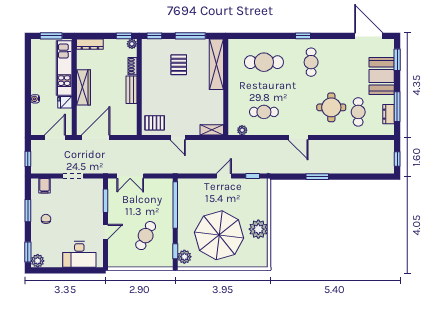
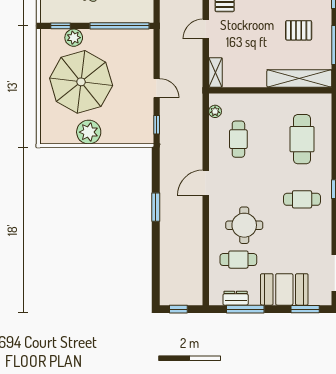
plant: (184, 257) -> (74, 38), moved

